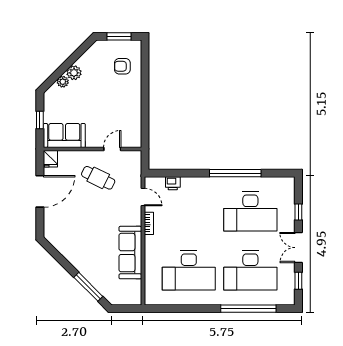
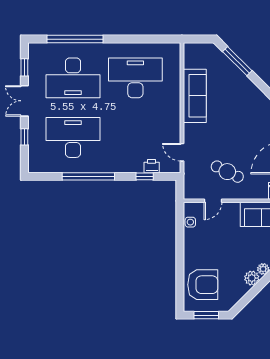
armchair: (122, 66) -> (203, 285), width x1.88, depth x1.88
side table: (135, 128) -> (190, 222), added
window: (180, 173) -> (145, 176), added
bookcase: (149, 223) -> (176, 125), removed
double door: (298, 248) -> (24, 101), swing flipped
desk: (250, 270) -> (73, 78), turned 180

